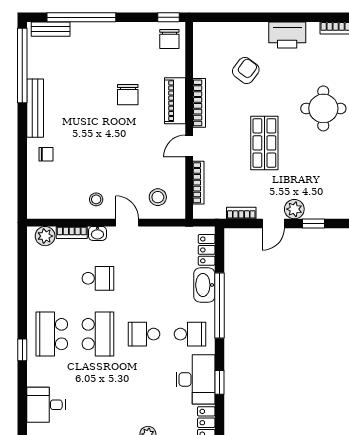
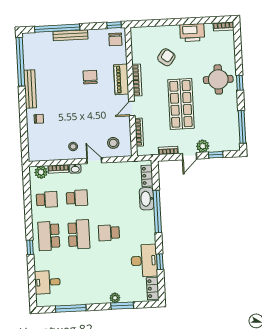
bench: (51, 29) -> (70, 35), moved, width x1.36
chair: (128, 95) -> (90, 77), turned 180
shop shelf: (264, 143) -> (181, 104), width x1.43, depth x1.36
school desk: (190, 334) -> (47, 200), moved

